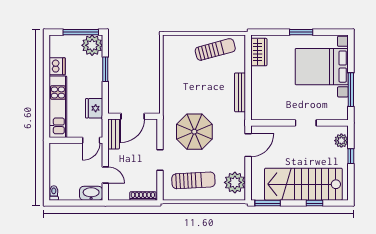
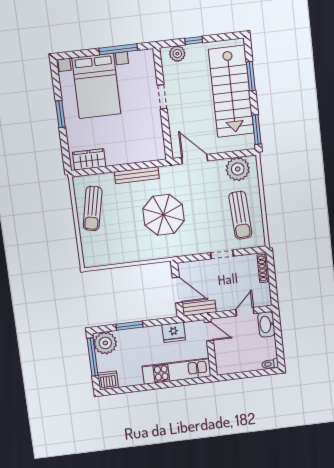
sun lounger: (215, 49) -> (93, 208), turned -153
dishwasher: (57, 66) -> (108, 380), moved
parasol: (194, 132) -> (164, 215), moved
sun lounger: (193, 180) -> (240, 215), turned 180
window: (315, 203) -> (251, 76), width x1.50

